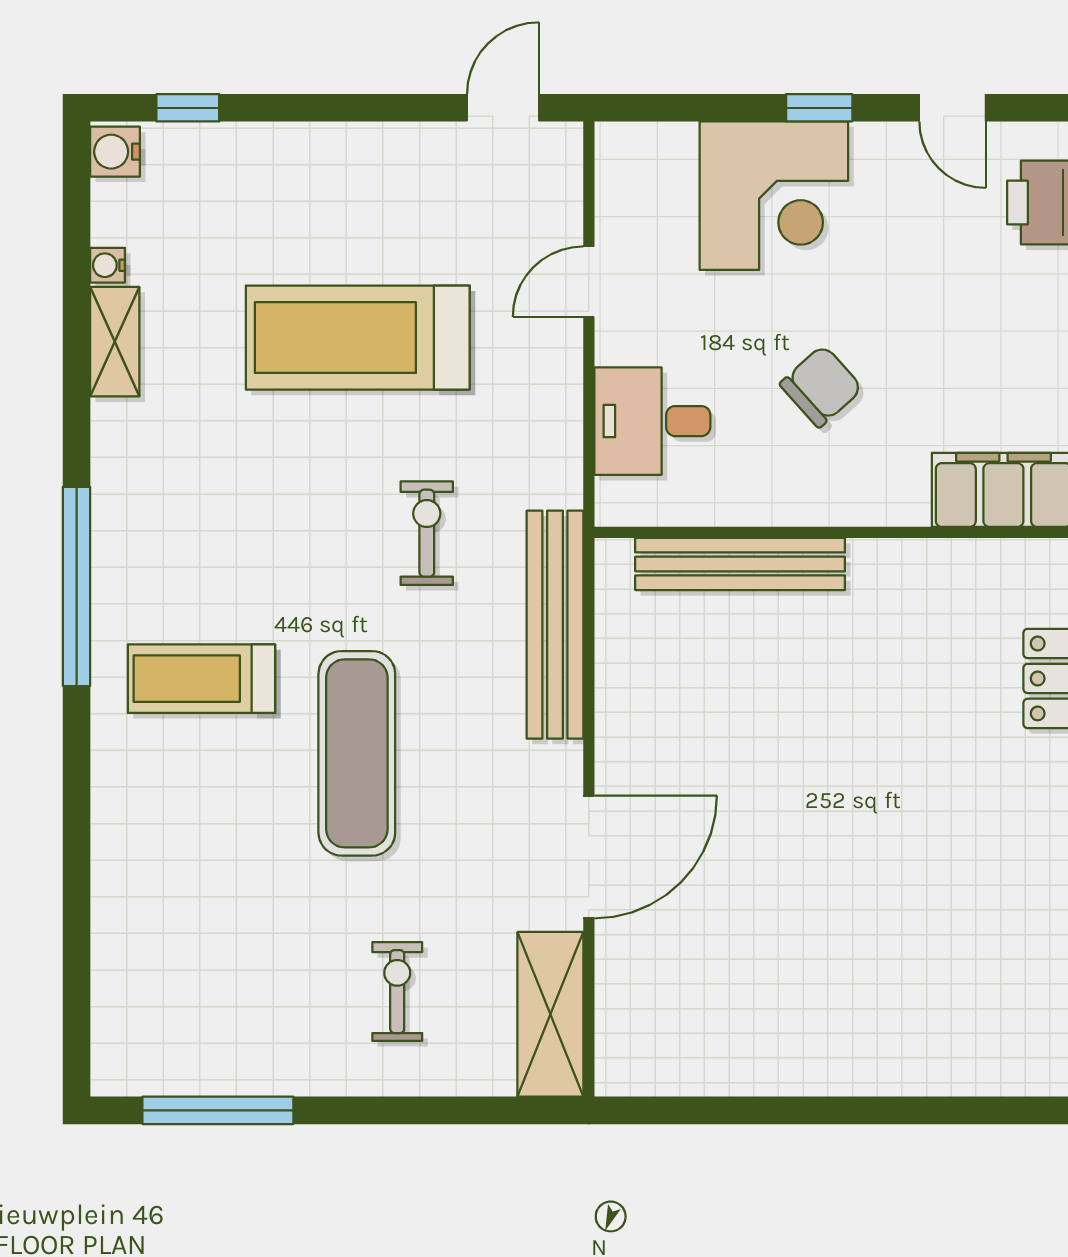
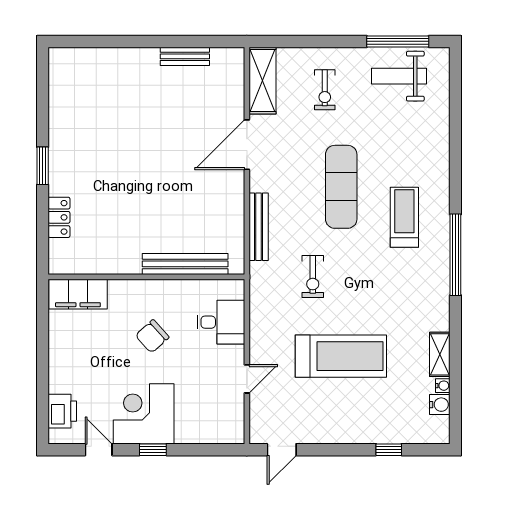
window: (188, 108) -> (389, 450), moved
water cooler: (115, 152) -> (440, 405), moved
corner desk: (774, 196) -> (144, 414), moved
bench: (555, 625) -> (259, 227), width x0.73, depth x0.82
treadmill: (202, 679) -> (404, 217), turned -90
weight bench: (215, 1025) -> (399, 76), added
bench: (741, 1074) -> (185, 56), added

